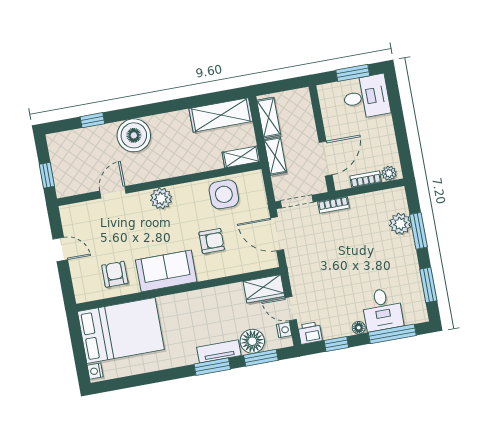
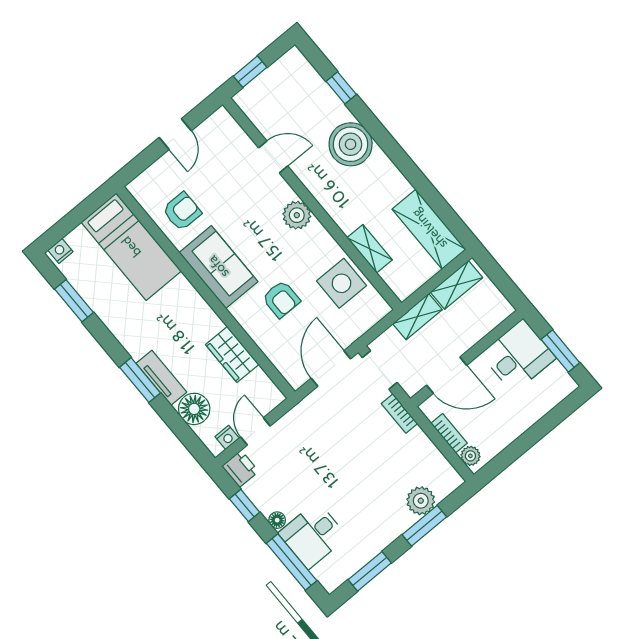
desk: (366, 97) -> (518, 356), moved, turned -90
shelving: (241, 157) -> (370, 249), moved
wardrobe: (264, 289) -> (232, 354), moved
bed: (121, 331) -> (131, 247), width x0.67
window: (261, 358) -> (74, 301), moved

